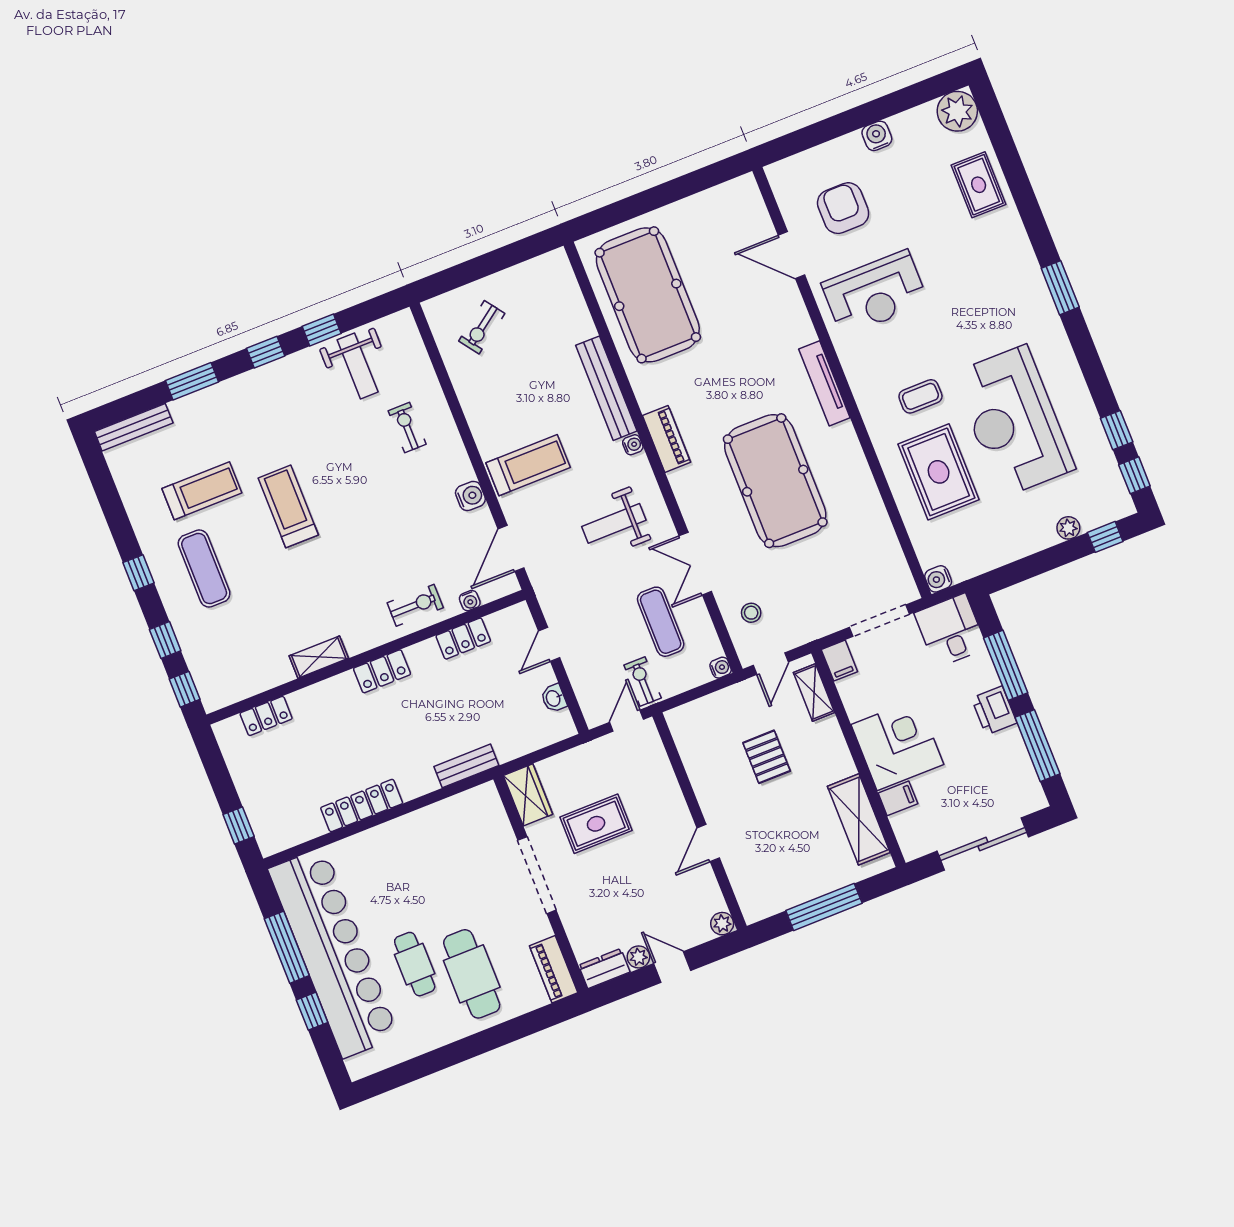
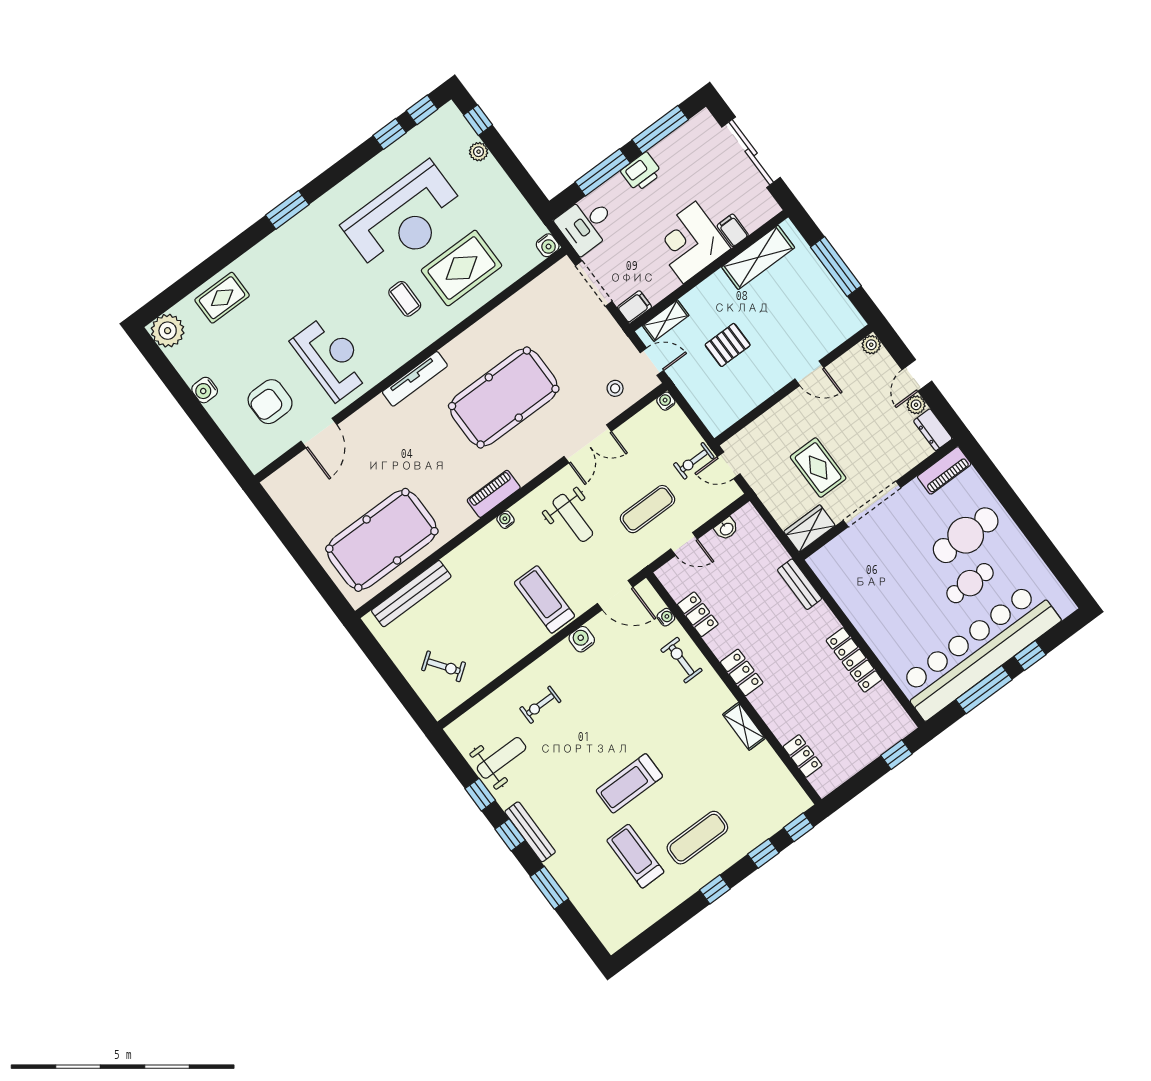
bench: (606, 388) -> (411, 594), moved
bench: (134, 427) -> (530, 832), moved
exercise mat: (661, 622) -> (648, 509), moved

